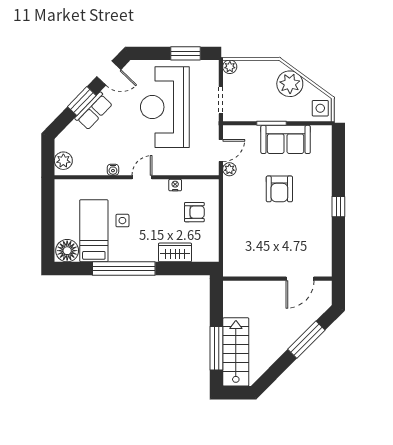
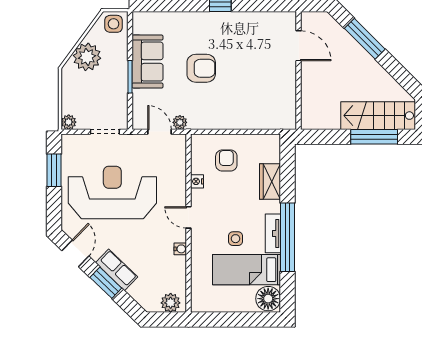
reception desk: (165, 107) -> (112, 193), turned 180
tv unit: (127, 255) -> (273, 233), added

